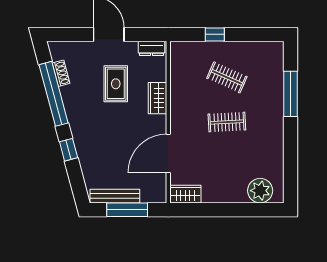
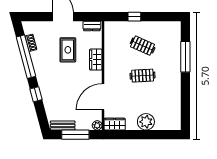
plant: (260, 191) -> (146, 122), moved
bench: (115, 196) -> (63, 125), width x0.73
plant: (159, 196) -> (97, 125), added

